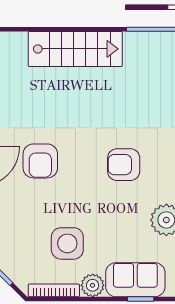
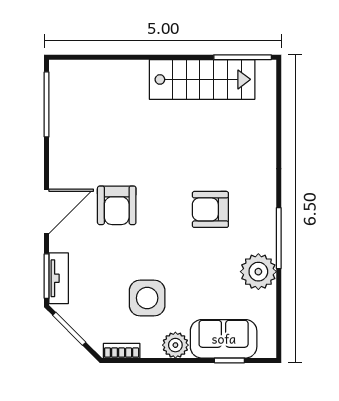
stairs: (75, 49) -> (202, 79), moved
bookcase: (54, 290) -> (122, 351), width x0.64

